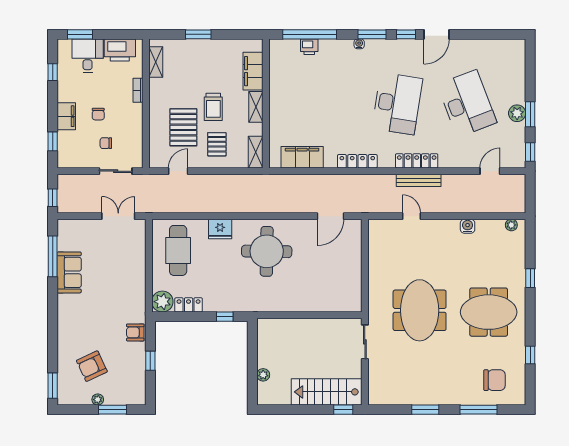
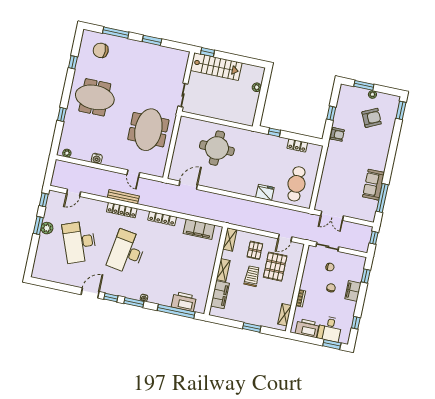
printer: (309, 47) -> (184, 302), width x1.87, depth x1.48
round table: (267, 251) -> (217, 148), moved
plant: (162, 302) -> (314, 152), removed
meeting table: (420, 310) -> (148, 130), moved

